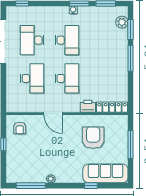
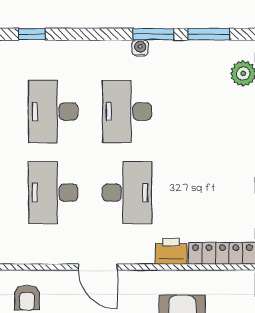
desk: (67, 40) -> (127, 112), turned 180
desk: (32, 78) -> (53, 193), turned 180

